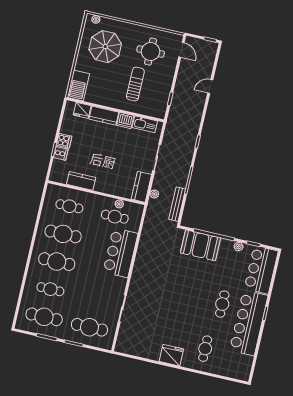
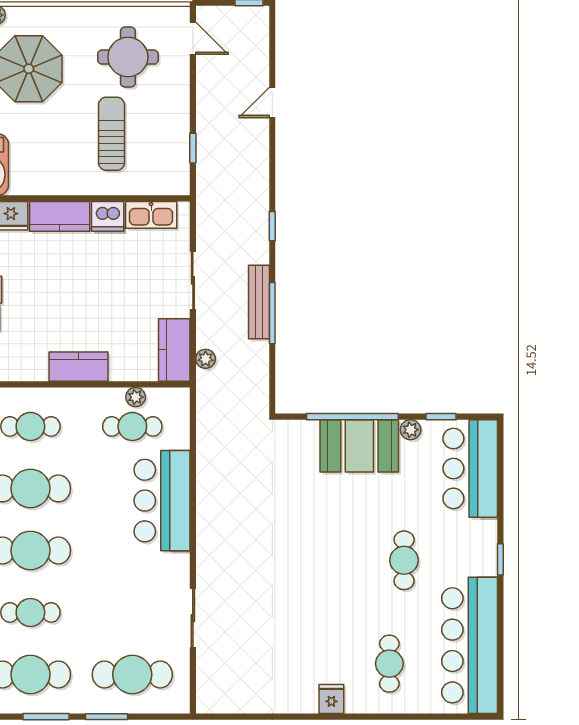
kitchen counter: (81, 181) -> (79, 367), moved
bench: (177, 204) -> (259, 302), moved
booth: (200, 245) -> (359, 446), moved
bar counter: (249, 323) -> (470, 645), moved
fridge: (171, 355) -> (331, 699), width x0.53, depth x0.75

